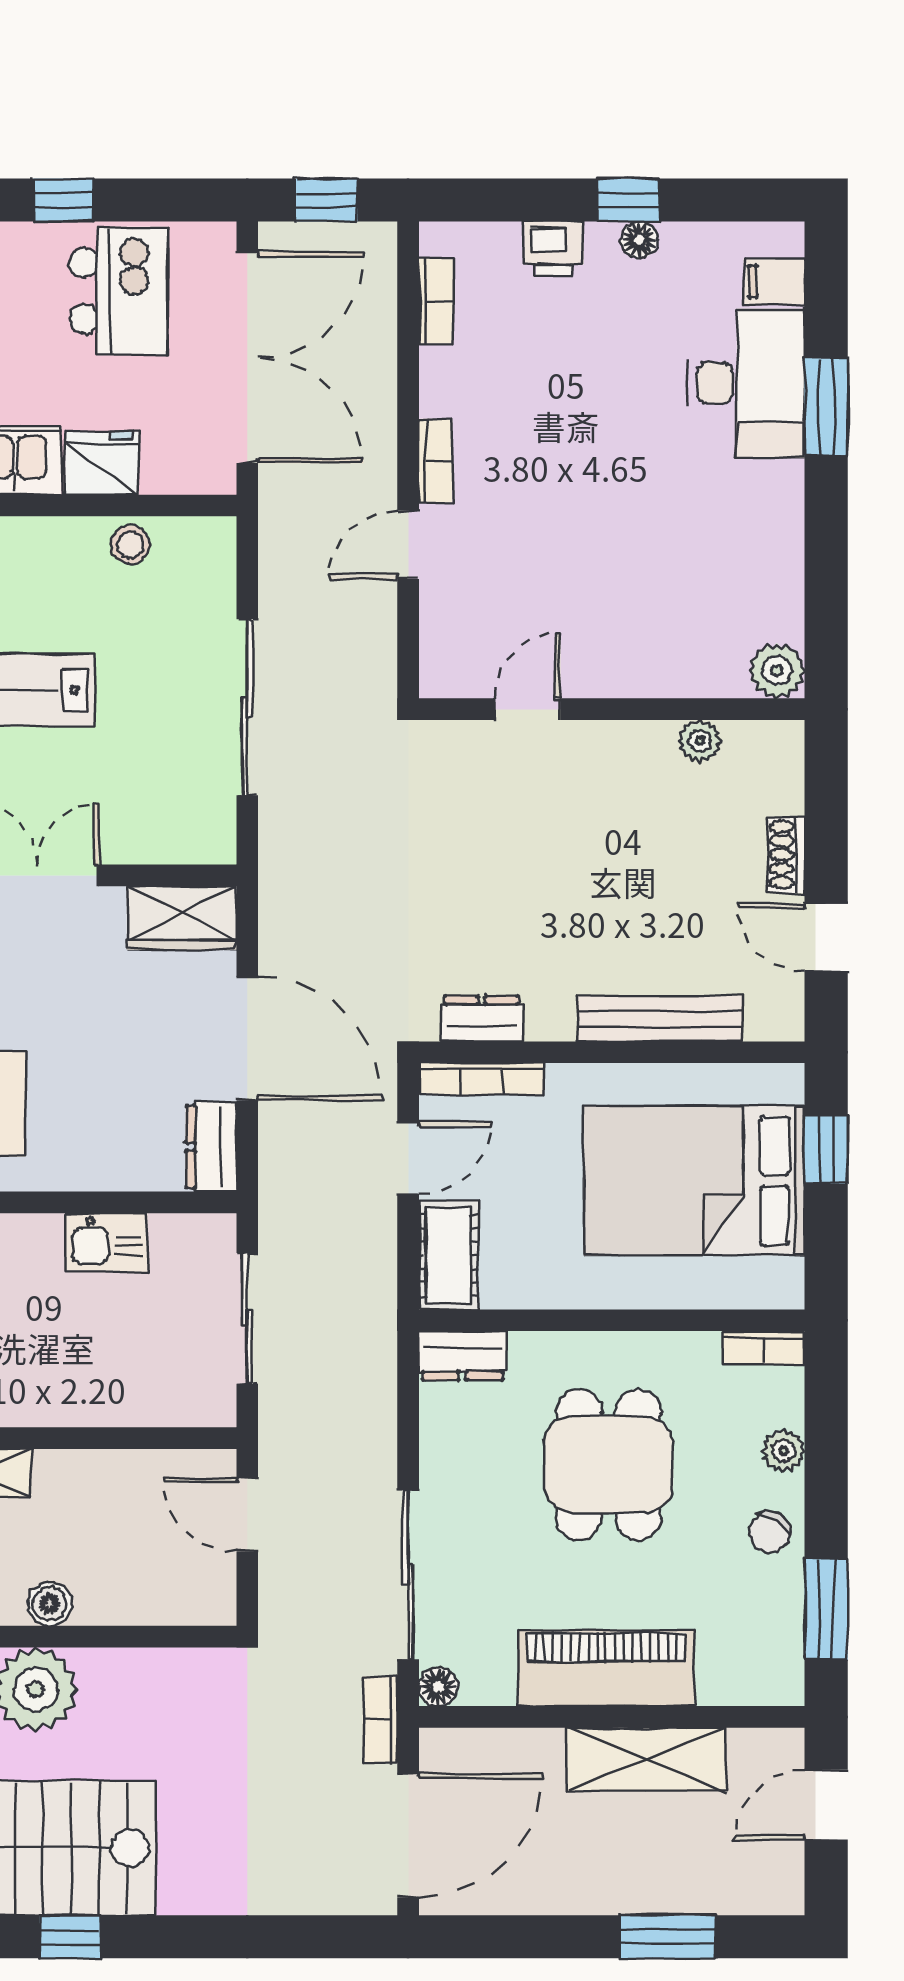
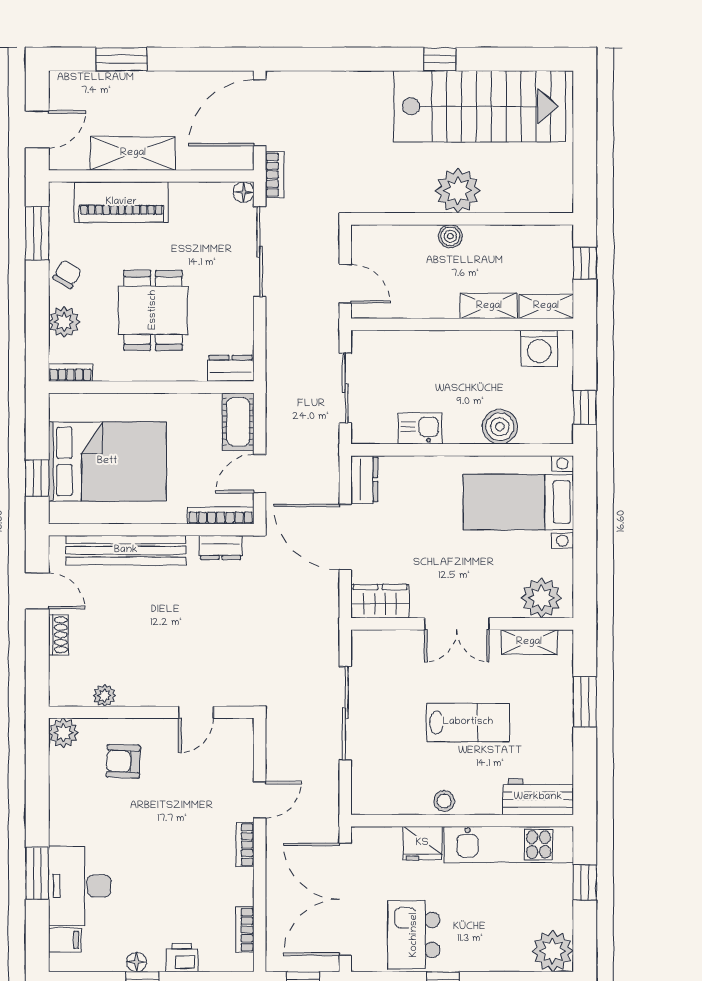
stool: (130, 545) -> (444, 801), moved
armchair: (664, 617) -> (123, 761), added
bench: (660, 1019) -> (126, 550), width x1.37, depth x1.21
plant: (783, 1451) -> (64, 322), width x1.38, depth x1.38
piano: (606, 1668) -> (121, 202), moved

